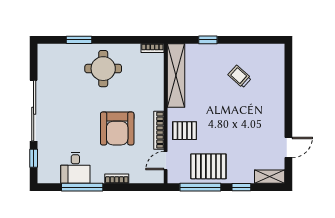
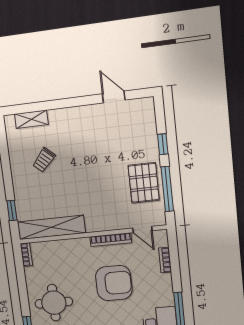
window: (208, 40) -> (12, 211), moved
pallet: (185, 131) -> (108, 213), removed
shelving: (270, 177) -> (31, 119), moved, turned 90
bookcase: (117, 179) -> (165, 260), moved

